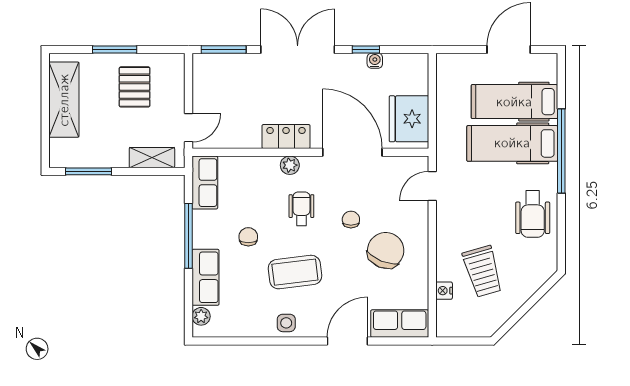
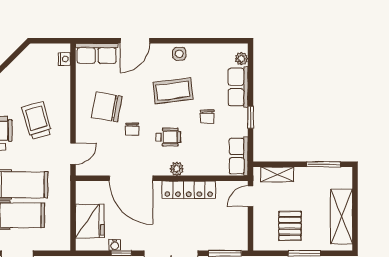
fridge: (409, 119) -> (90, 221), moved
locker: (286, 137) -> (189, 190), width x1.53
wheelchair: (301, 209) -> (168, 137), turned -90
window: (189, 236) -> (251, 117), width x0.46
chair: (386, 250) -> (107, 107), turned 78
trolley: (483, 271) -> (37, 120), moved
nightstand: (444, 291) -> (64, 59), moved

